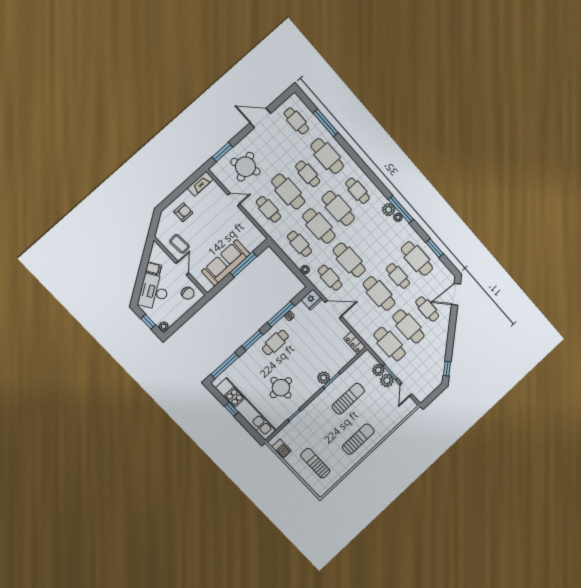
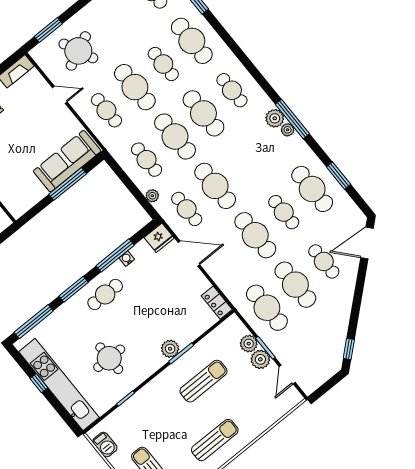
sofa: (226, 263) -> (67, 161), moved

